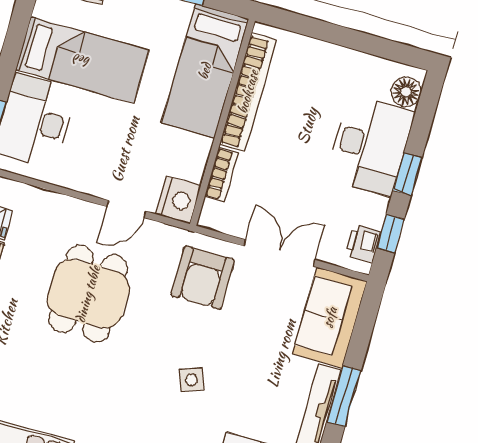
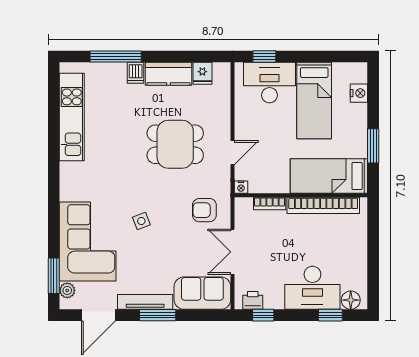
window: (408, 174) -> (330, 315), moved
nightstand: (178, 200) -> (241, 187), width x0.53, depth x0.56
door: (126, 209) -> (232, 153), swing flipped
double door: (279, 253) -> (232, 252), swing flipped
armchair: (203, 278) -> (204, 210), width x0.72, depth x0.72

